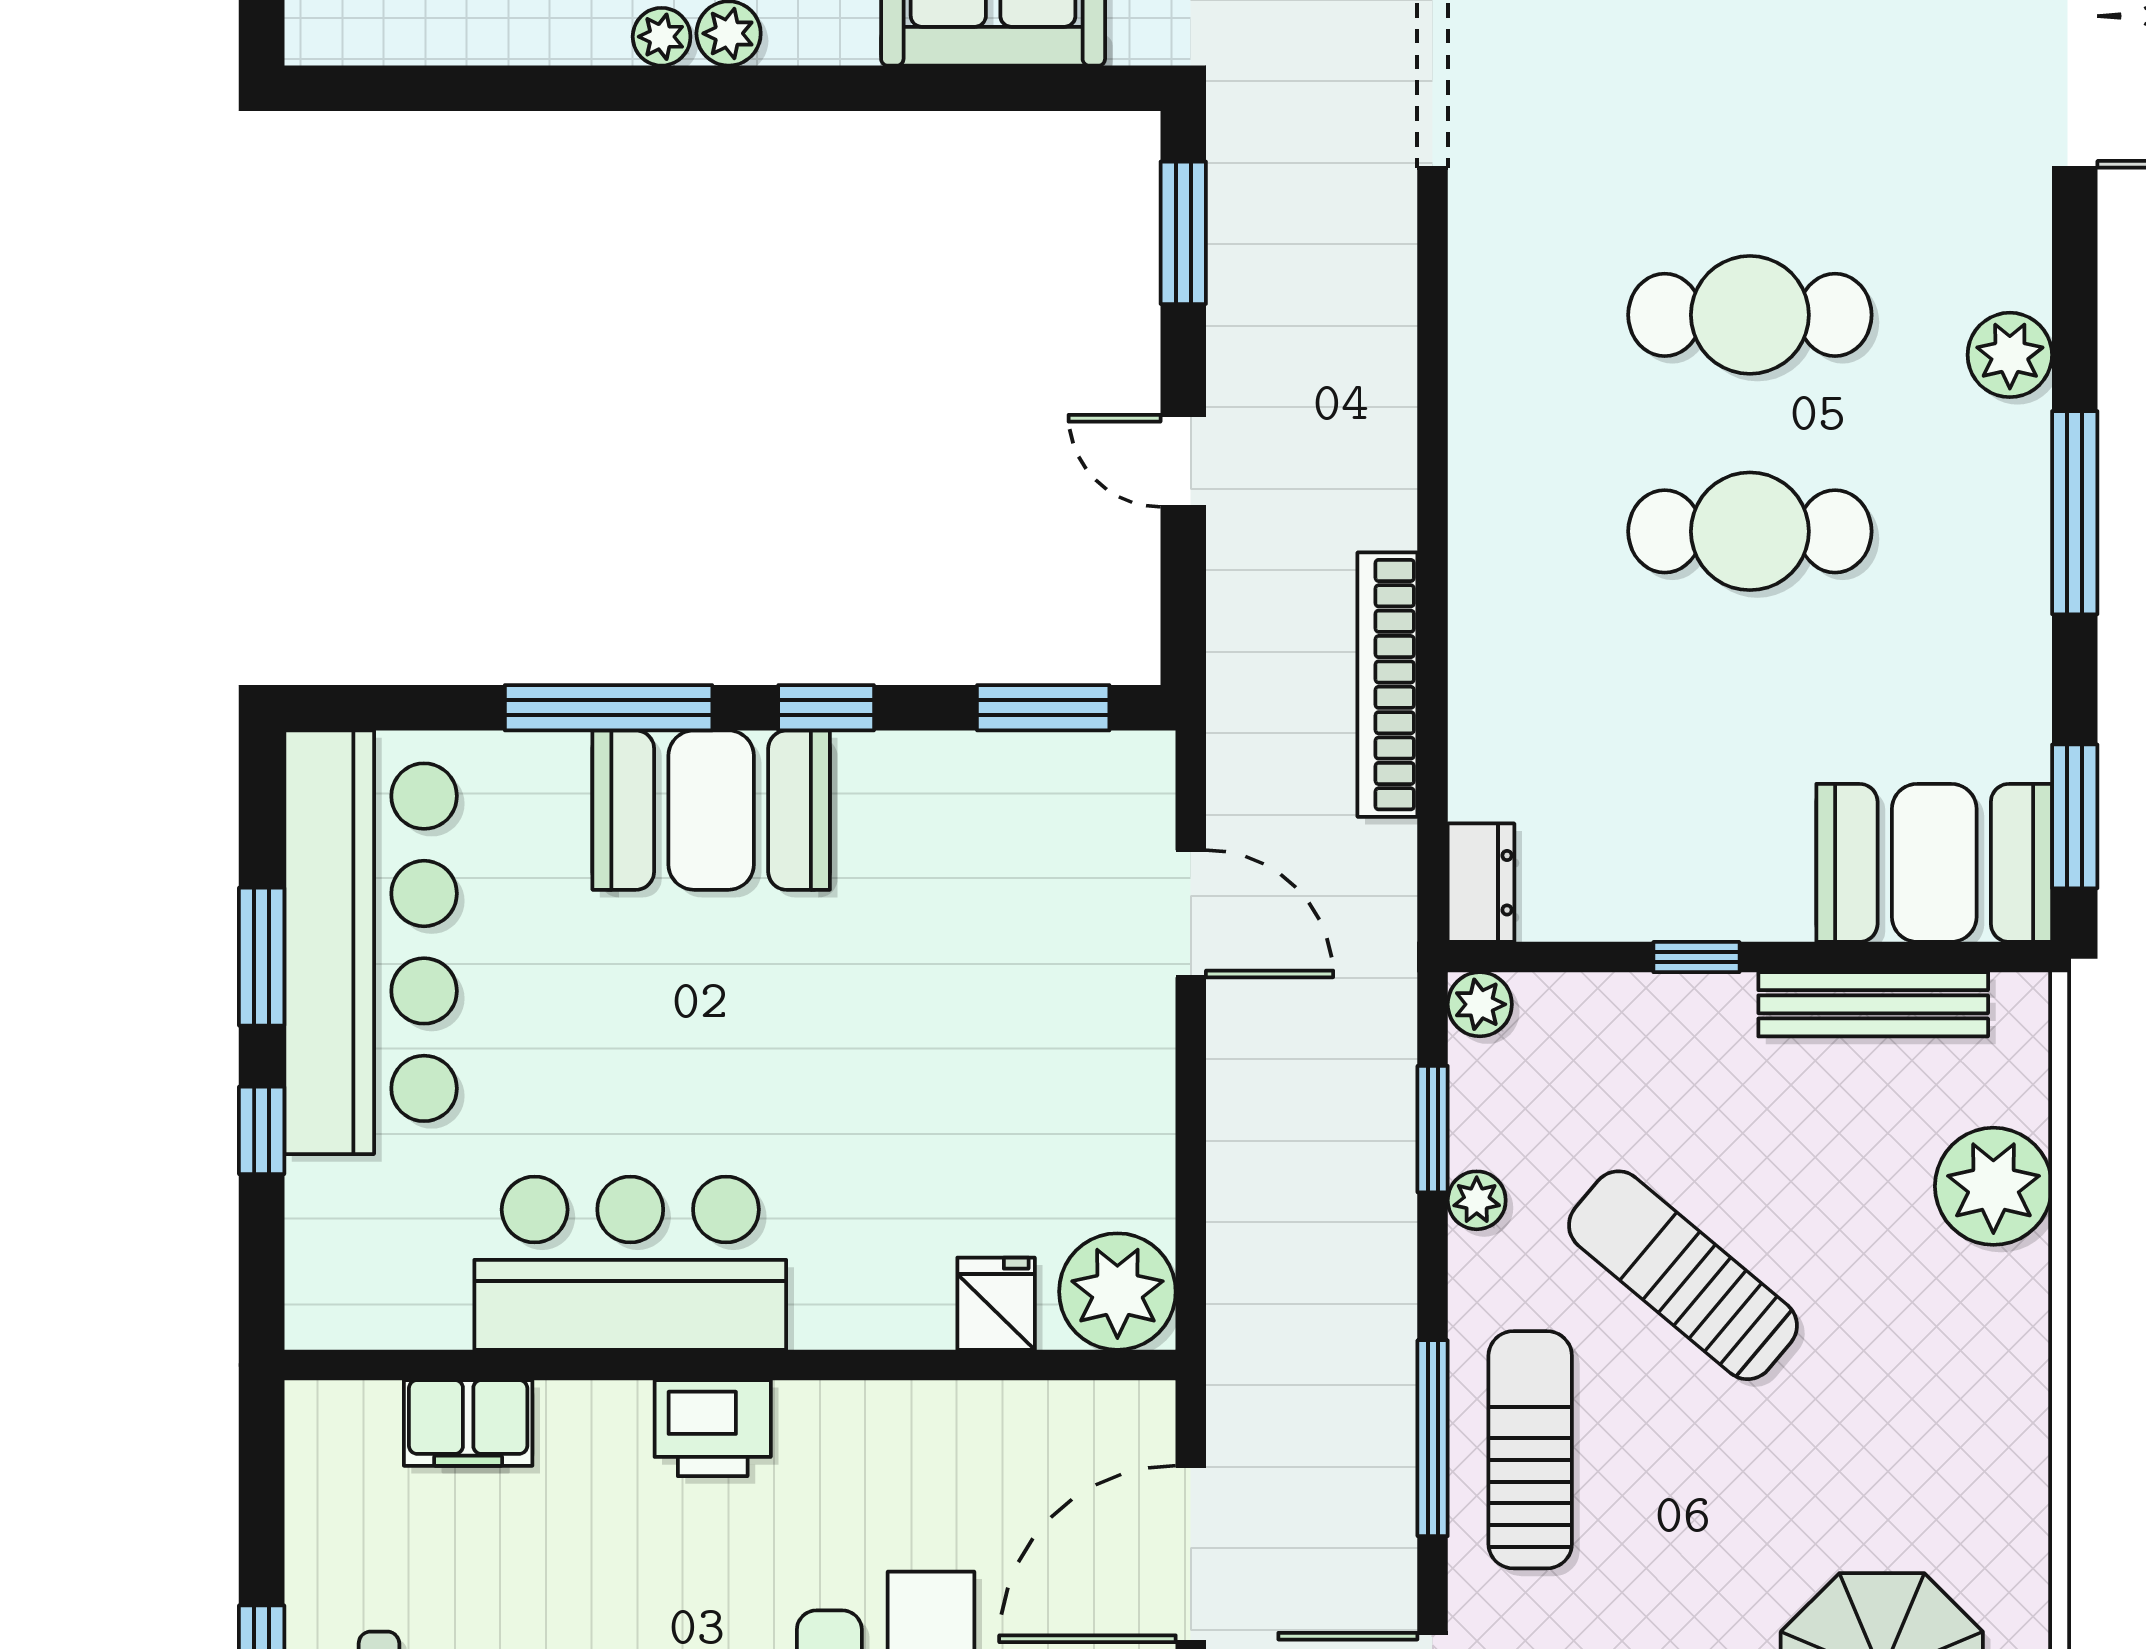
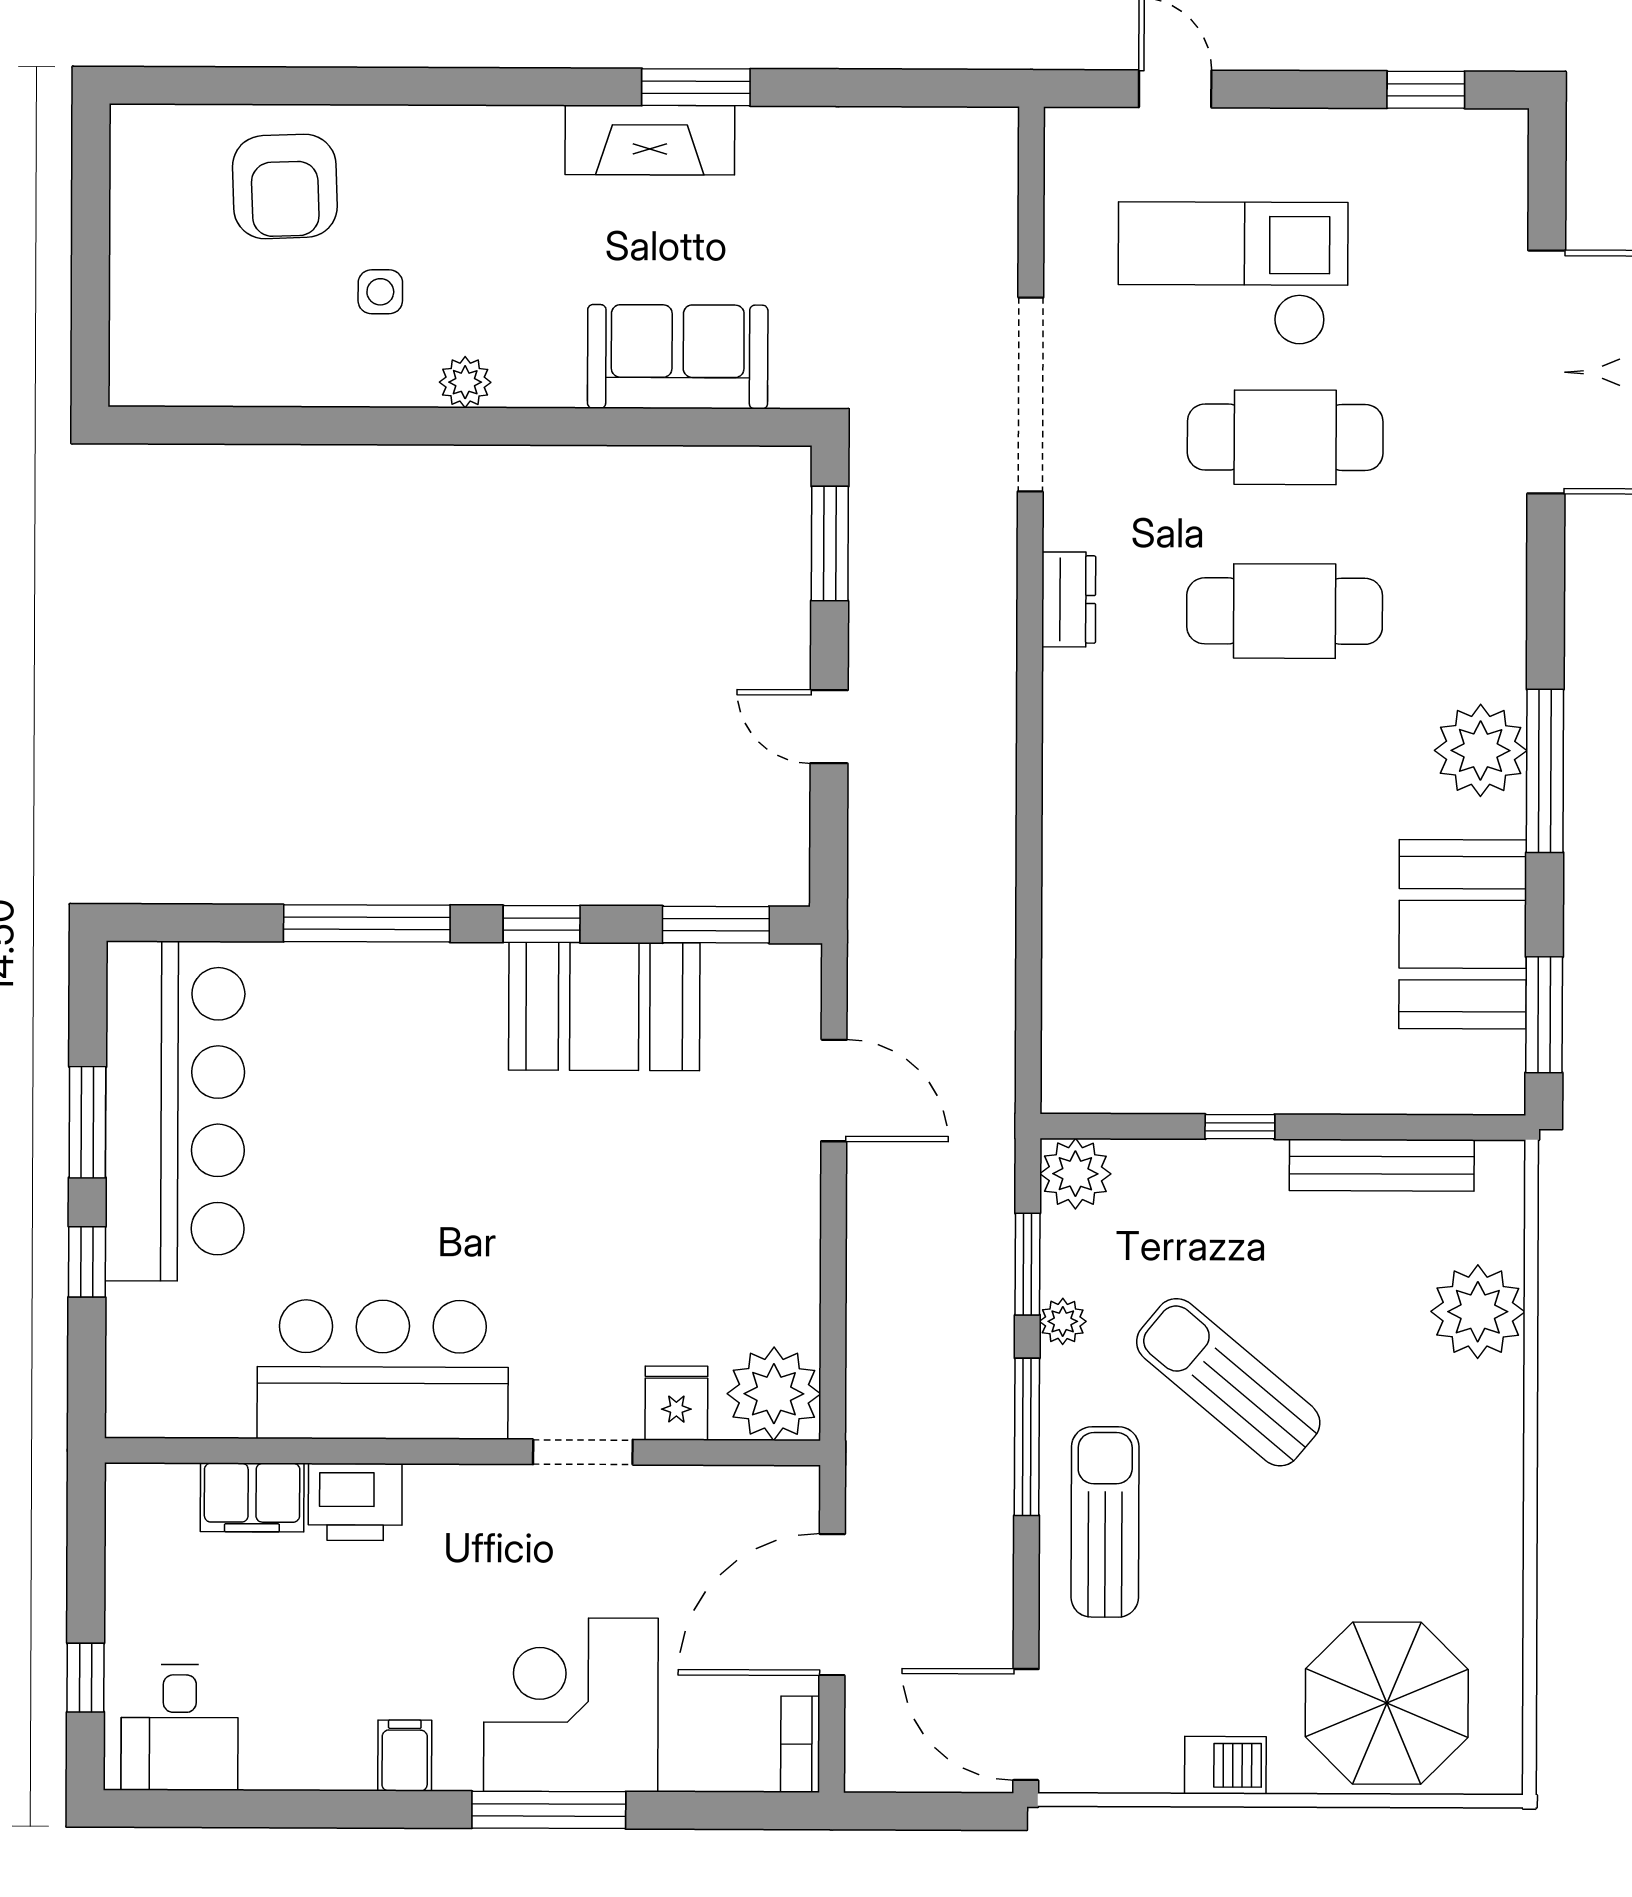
plant: (662, 37) -> (411, 385), removed
plant: (2010, 355) -> (1481, 750), moved, width x1.36, depth x1.36
cafe table: (1750, 531) -> (1285, 437), moved
bookcase: (1387, 685) -> (992, 907), removed
booth: (711, 810) -> (604, 1006), moved
booth: (1934, 863) -> (1463, 934), moved, turned 90
dresser: (1481, 883) -> (1069, 599), moved
plant: (1480, 1004) -> (1075, 1174), width x1.38, depth x1.38
doorway: (880, 1365) -> (583, 1452), added
printer: (713, 1428) -> (355, 1502), moved
window: (1433, 1438) -> (1027, 1437), moved

